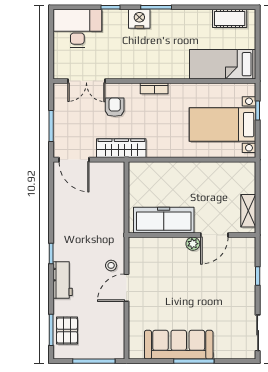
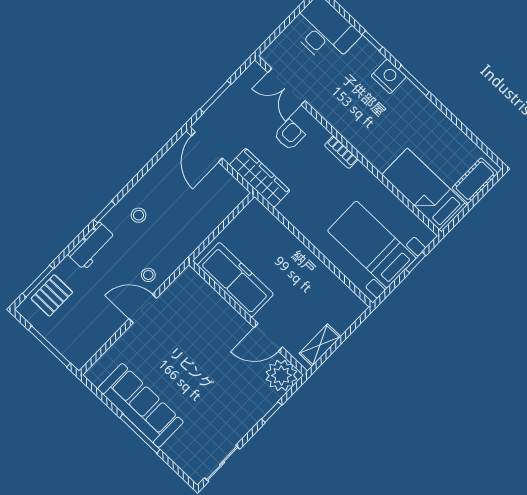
cot: (230, 18) -> (475, 181), moved, turned 90
stool: (72, 237) -> (139, 215), added
plant: (193, 244) -> (281, 375), moved, width x1.87, depth x1.87

